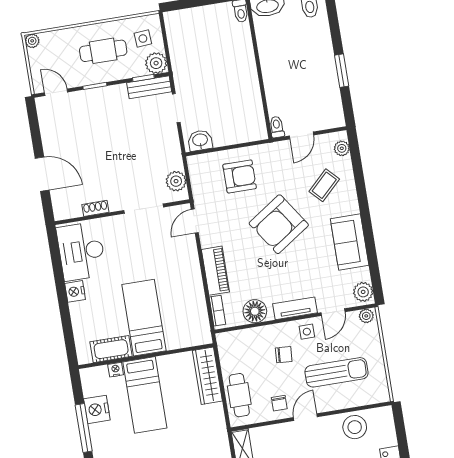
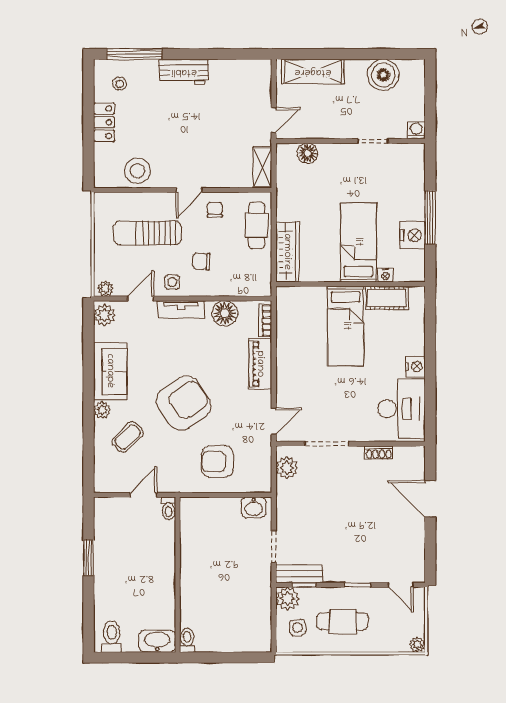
plant: (342, 148) -> (102, 410), moved

